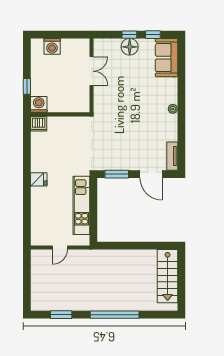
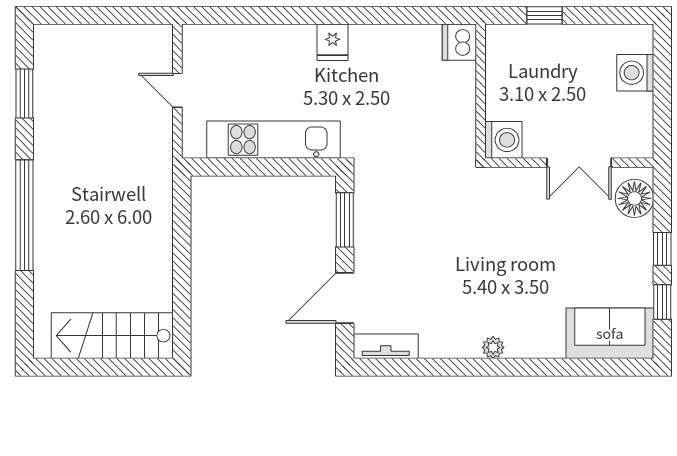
floor lamp: (130, 47) -> (634, 198), moved
washing machine: (39, 104) -> (503, 140), moved

